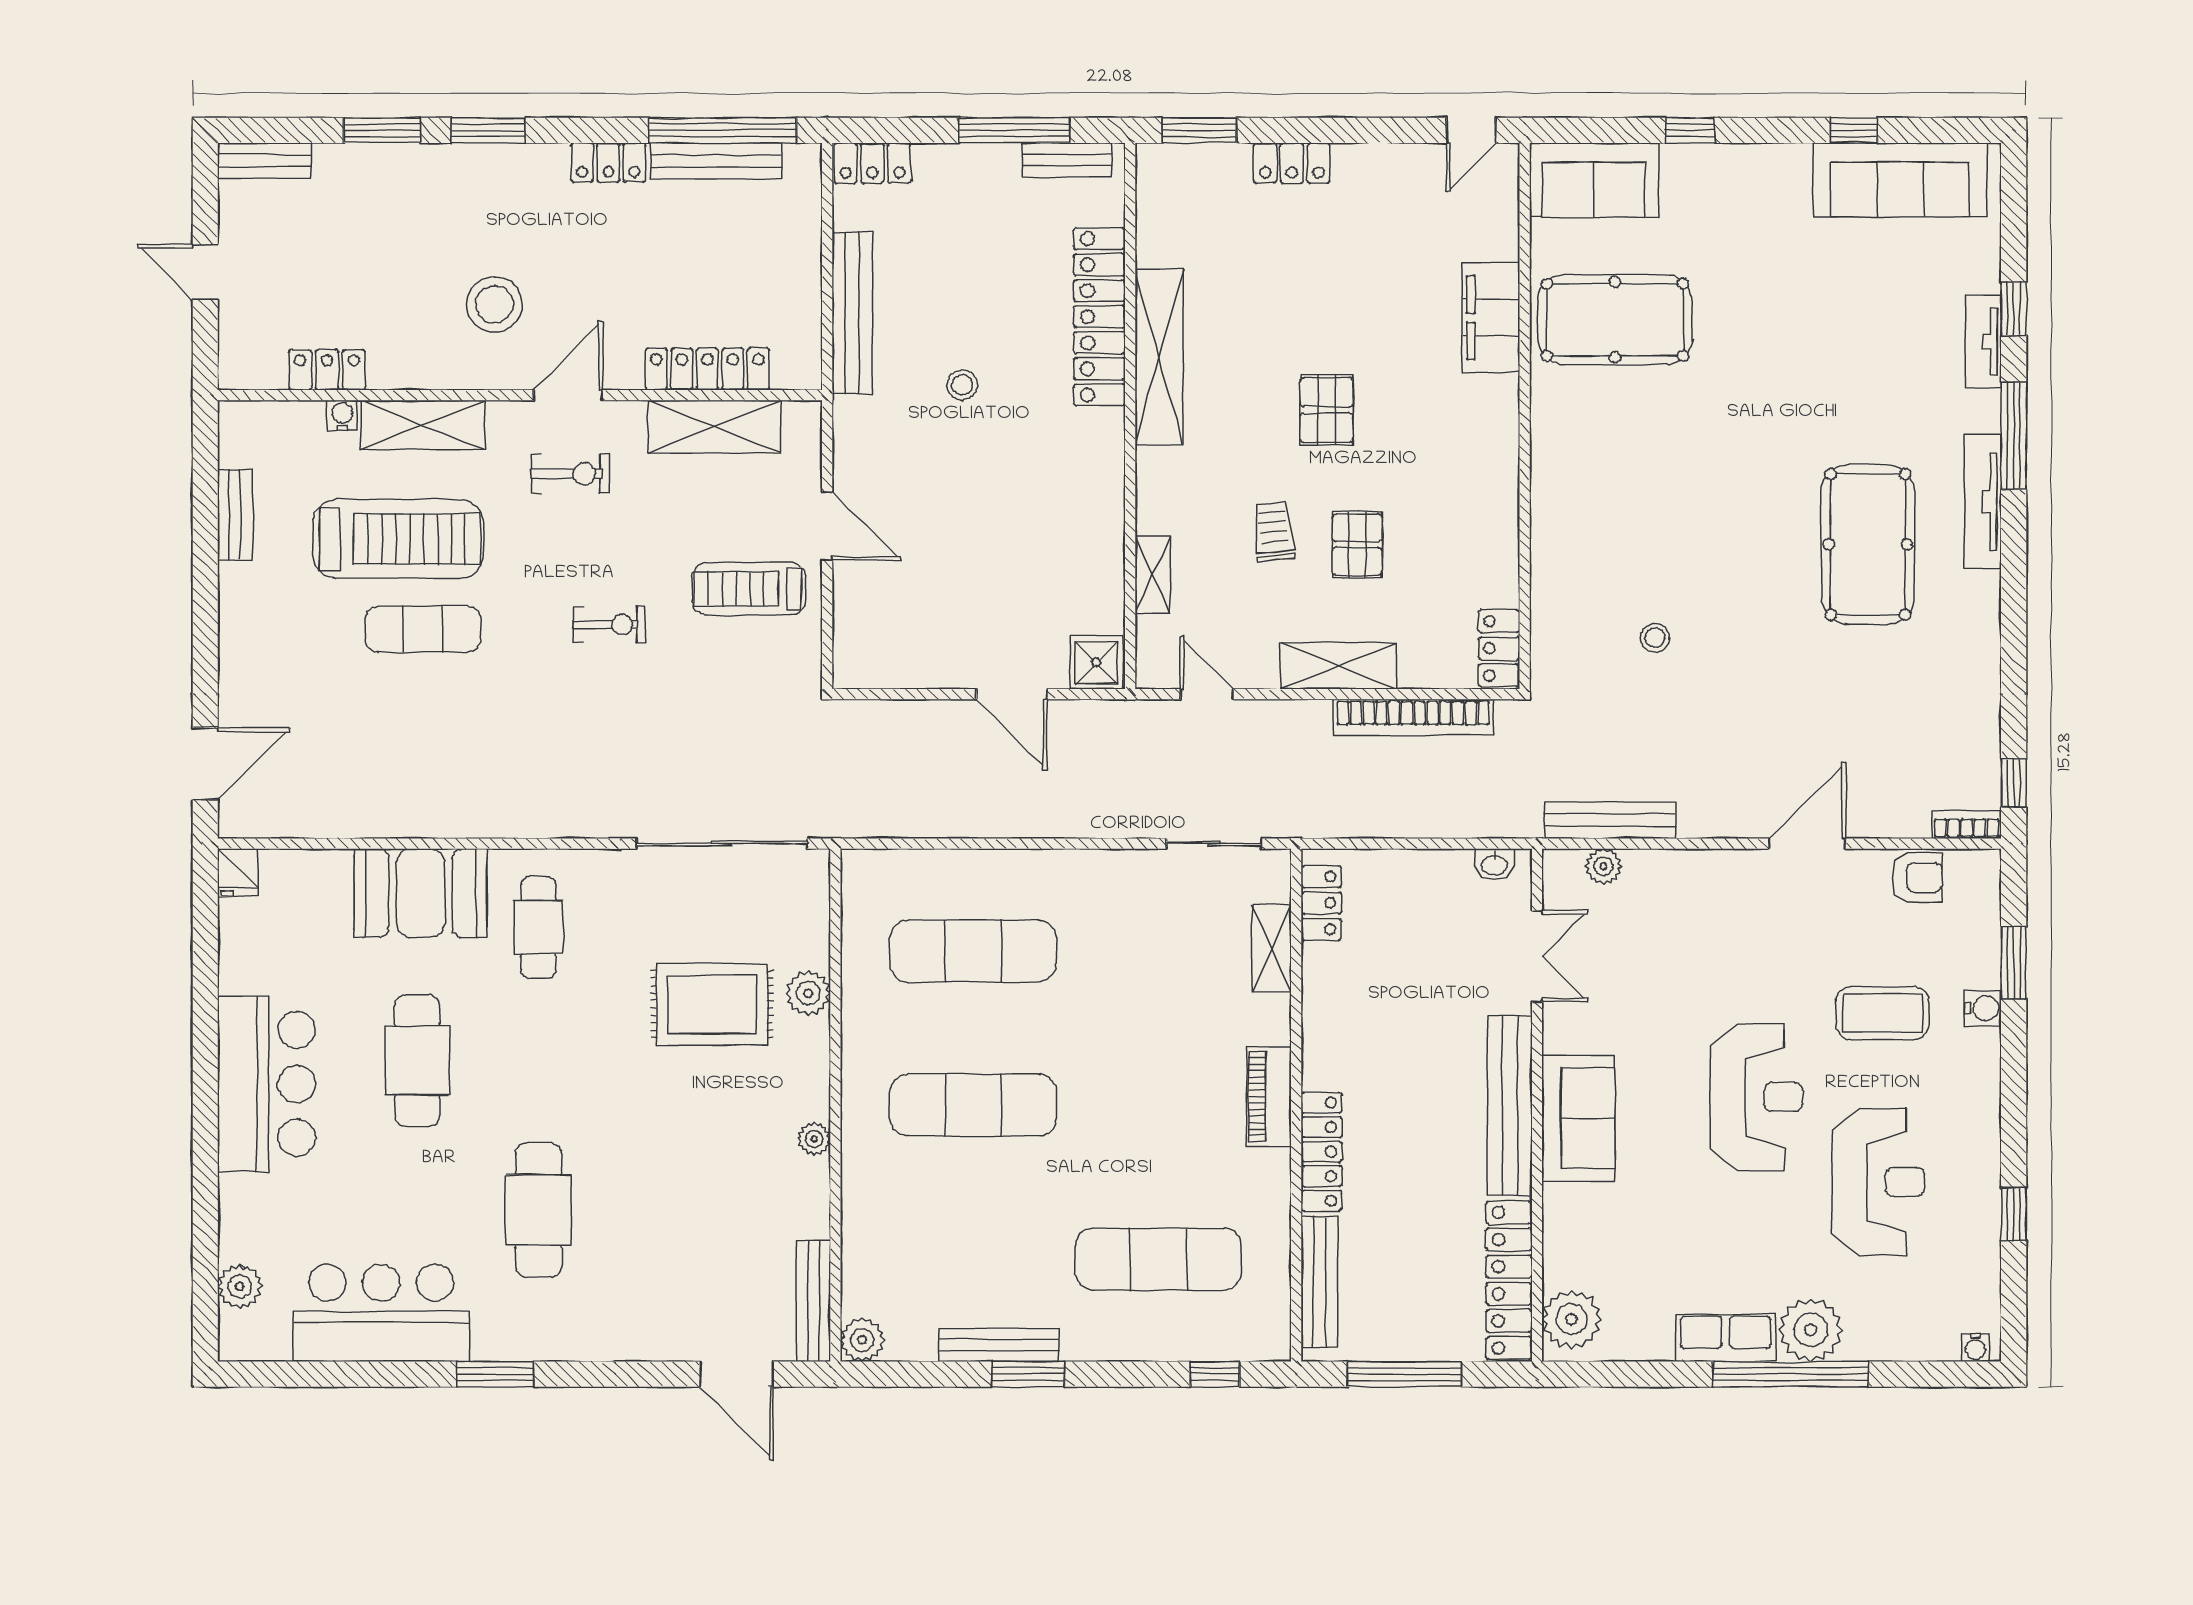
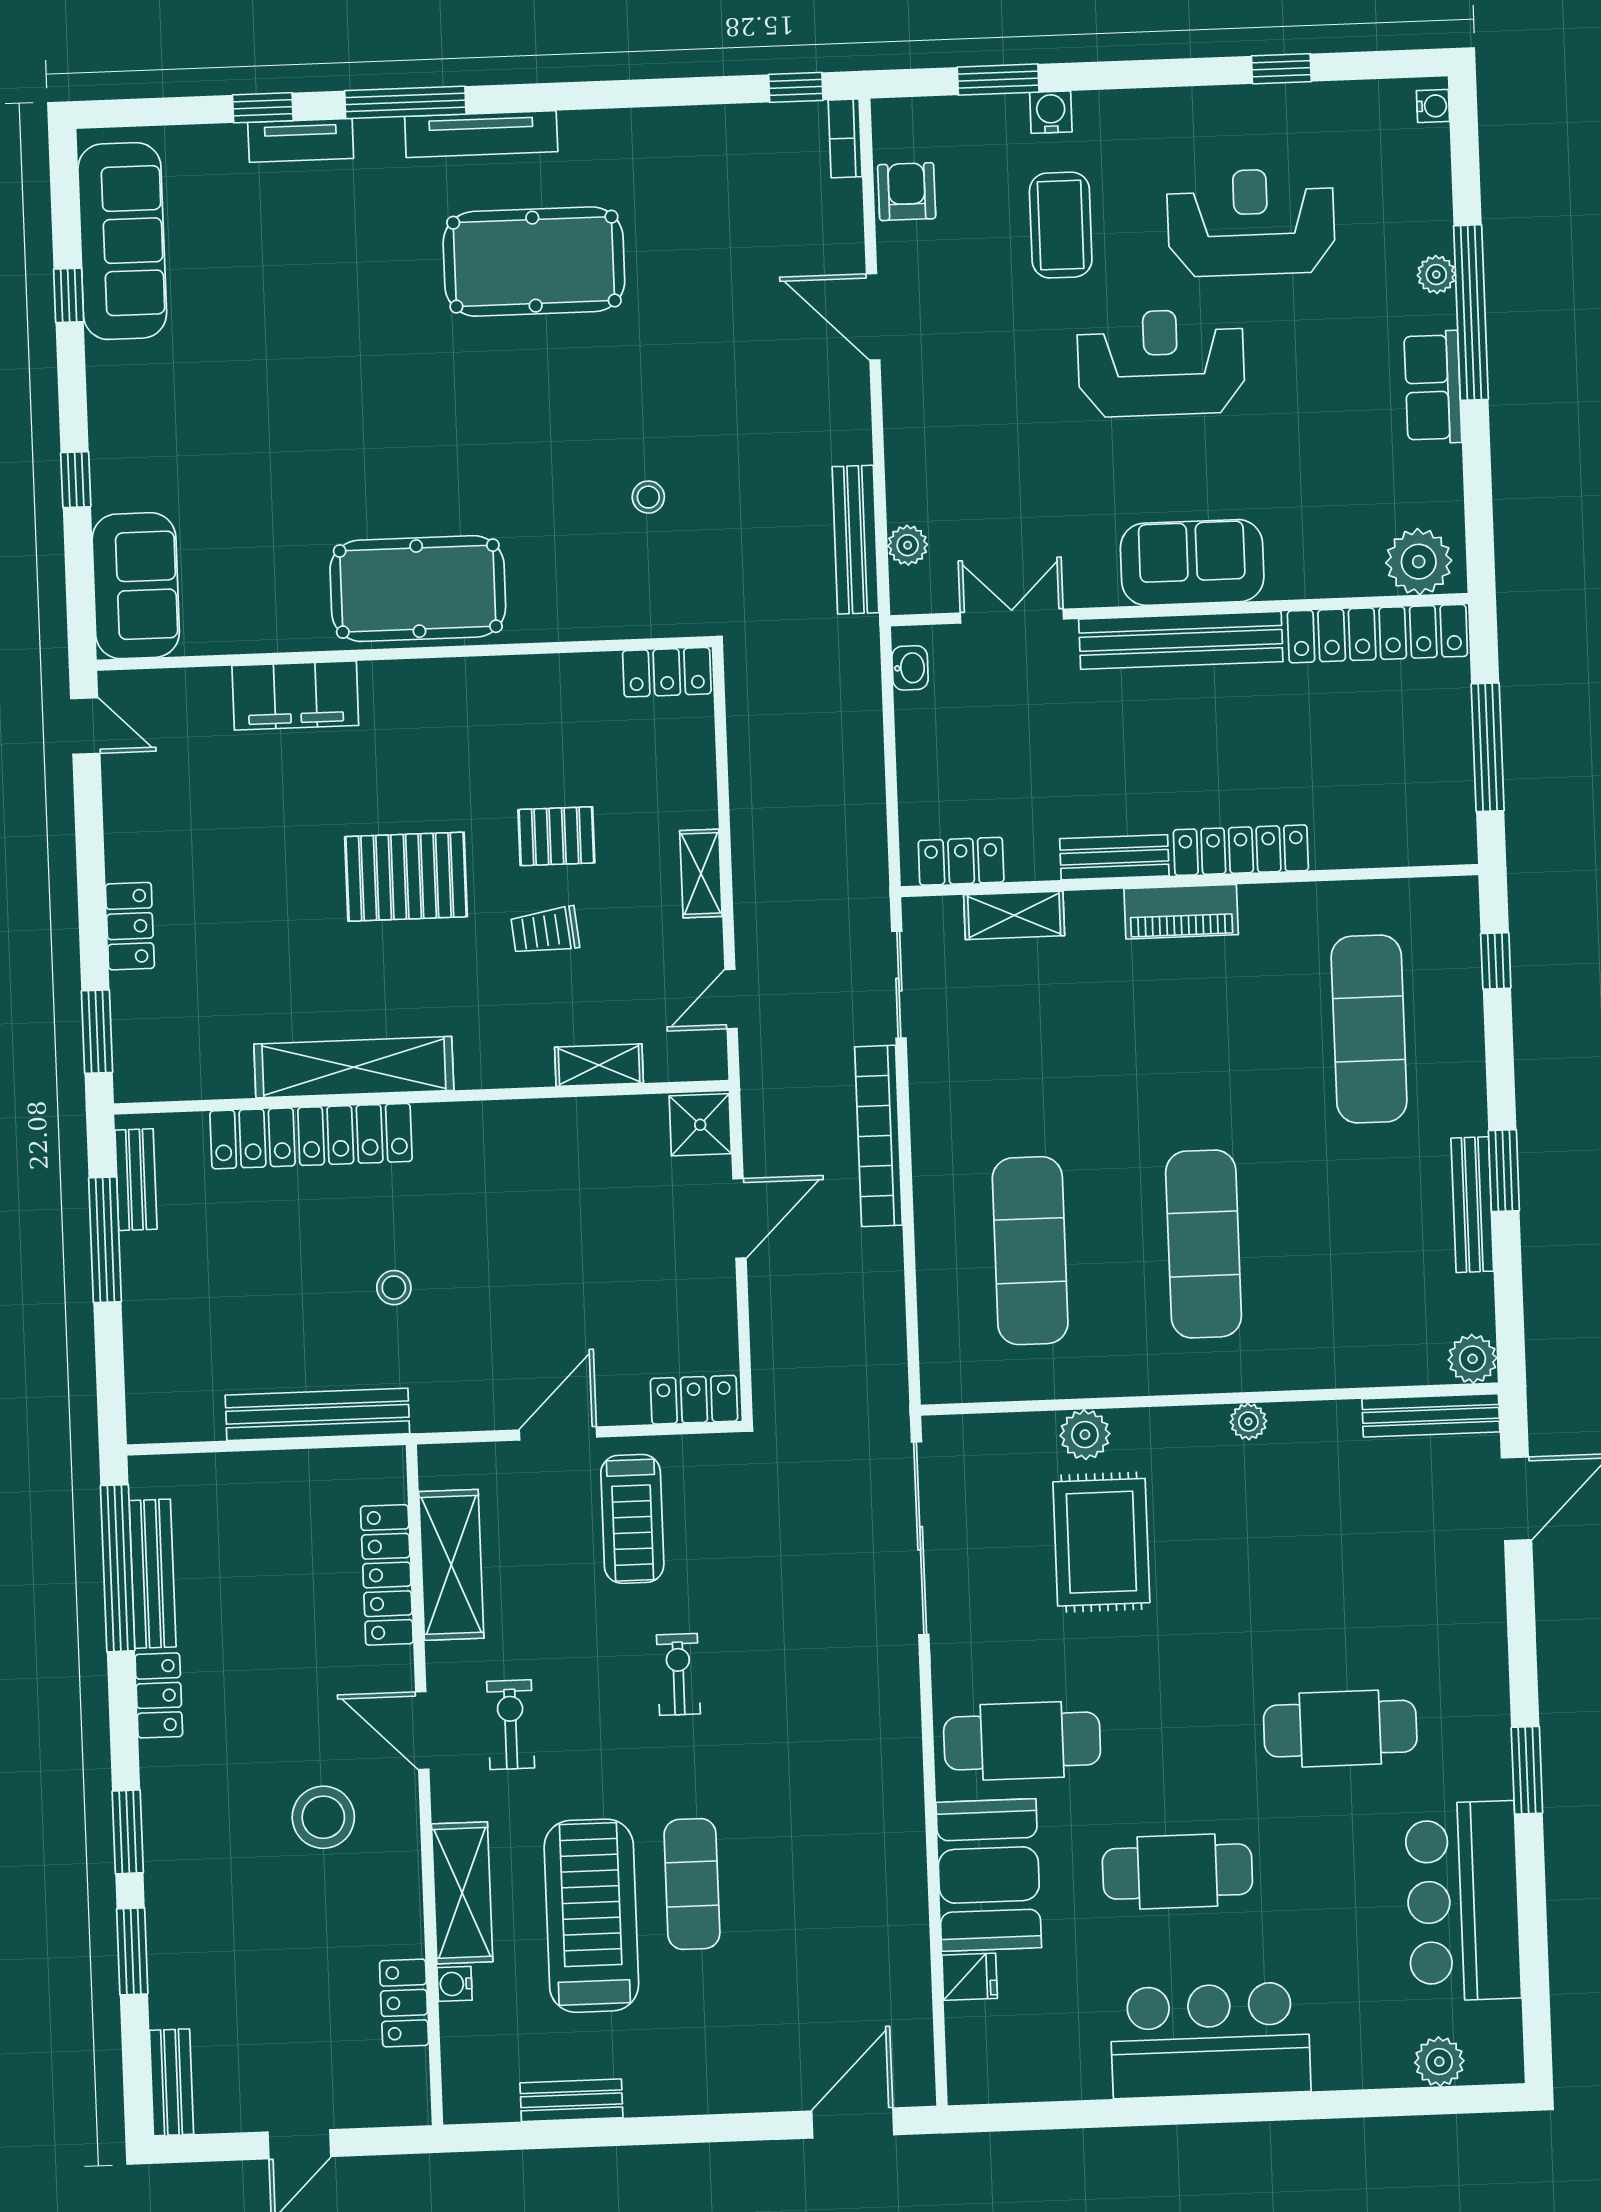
locker: (872, 163) -> (694, 1400), moved, turned -90
pool table: (1615, 320) -> (418, 589), moved, turned 90
pallet: (1326, 410) -> (406, 877), width x1.50, depth x1.42
shelving: (1339, 666) -> (701, 874), width x0.67, depth x0.75
bookcase: (1413, 717) -> (879, 1136), moved, turned 180
door: (205, 764) -> (853, 2123), hinge flipped
fridge: (238, 872) -> (970, 1977), moved
cafe table: (538, 927) -> (1022, 1741), width x1.37, depth x1.35
bench: (1320, 1282) -> (1114, 857), moved, width x0.73
plant: (1811, 1330) -> (1436, 275), width x0.53, depth x0.53

